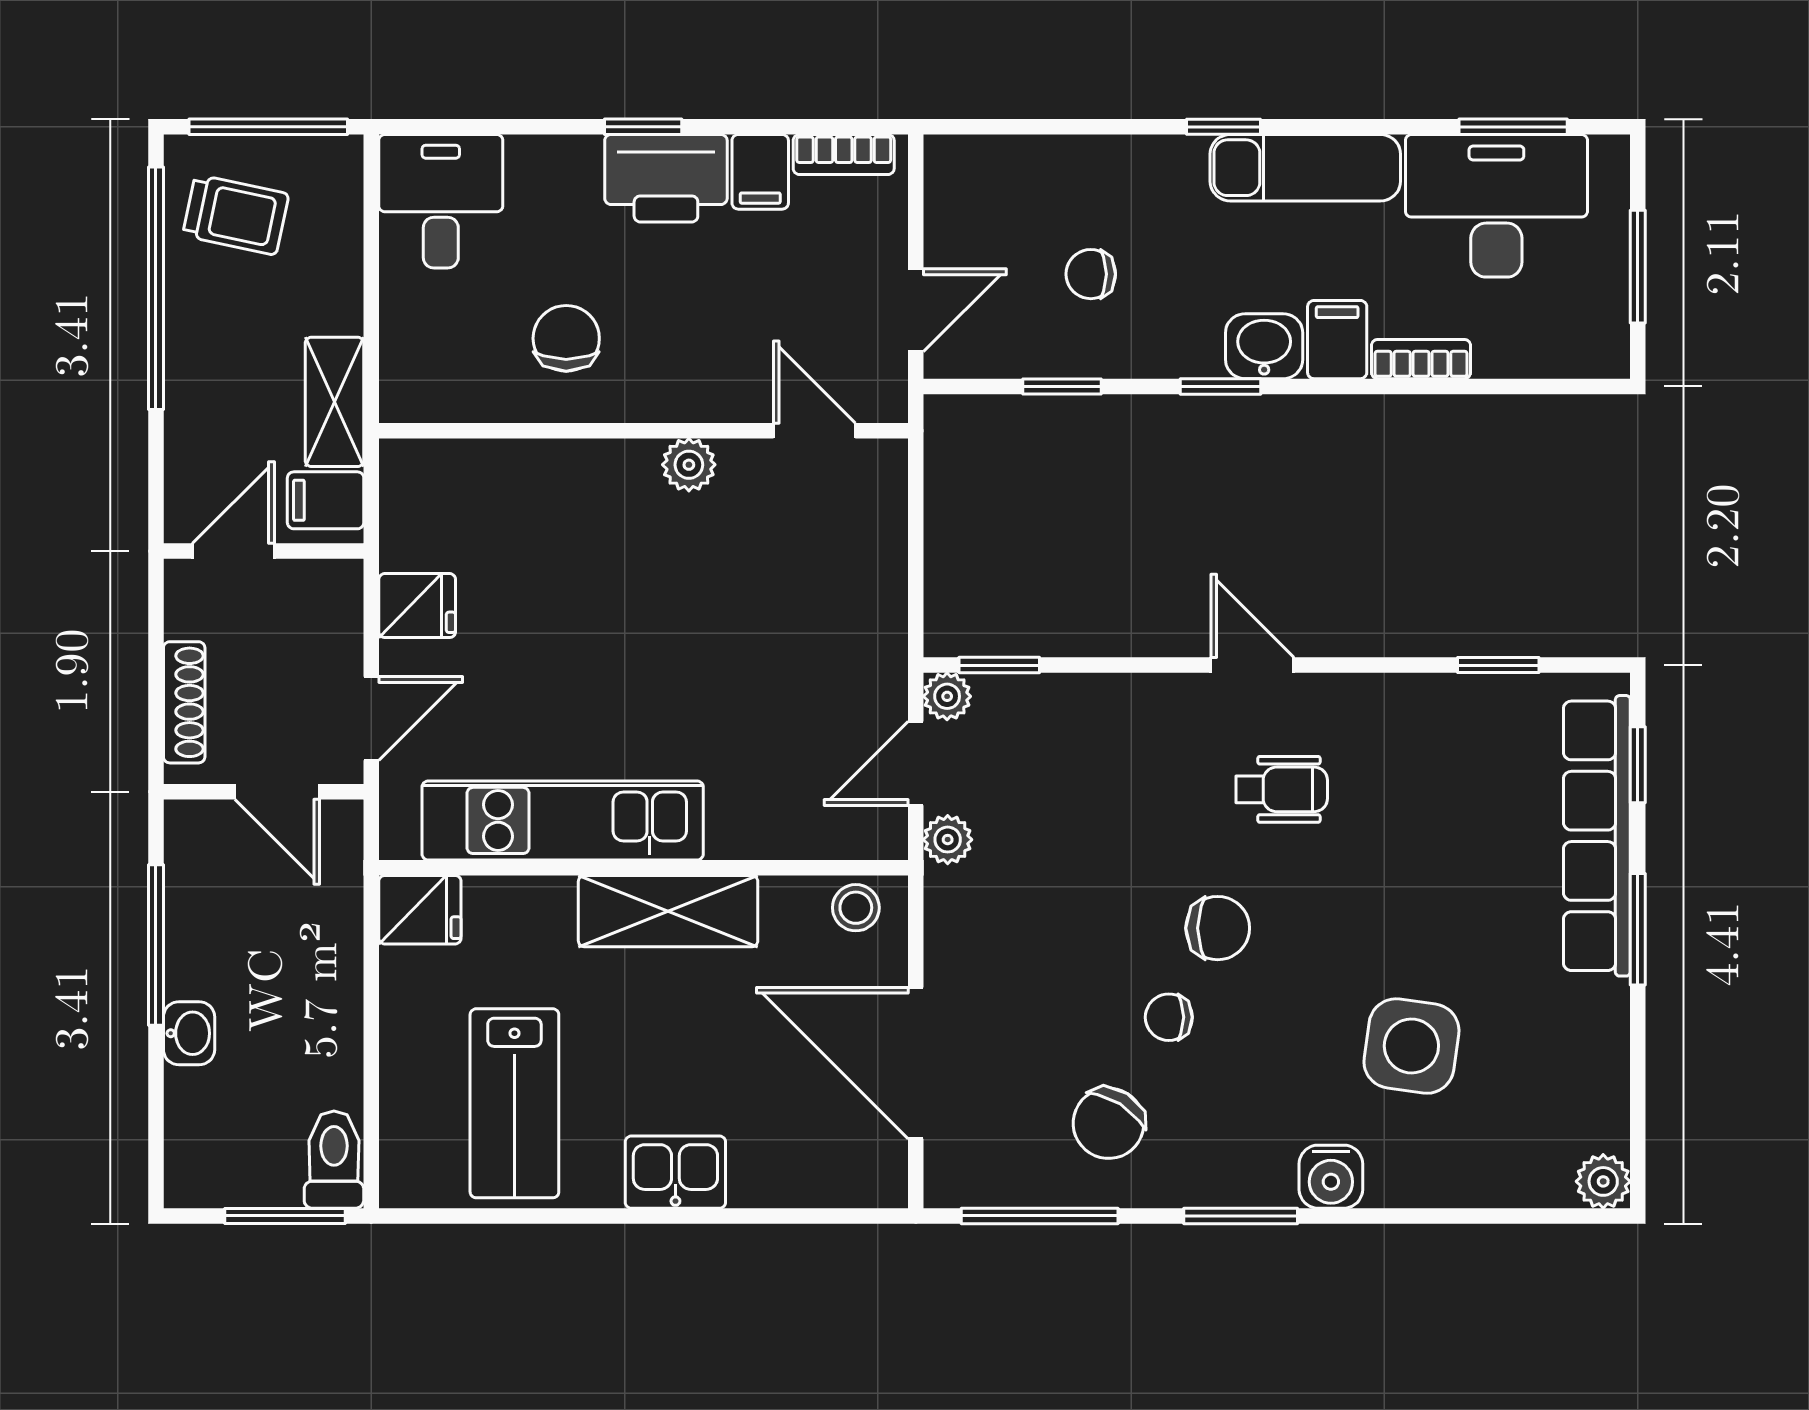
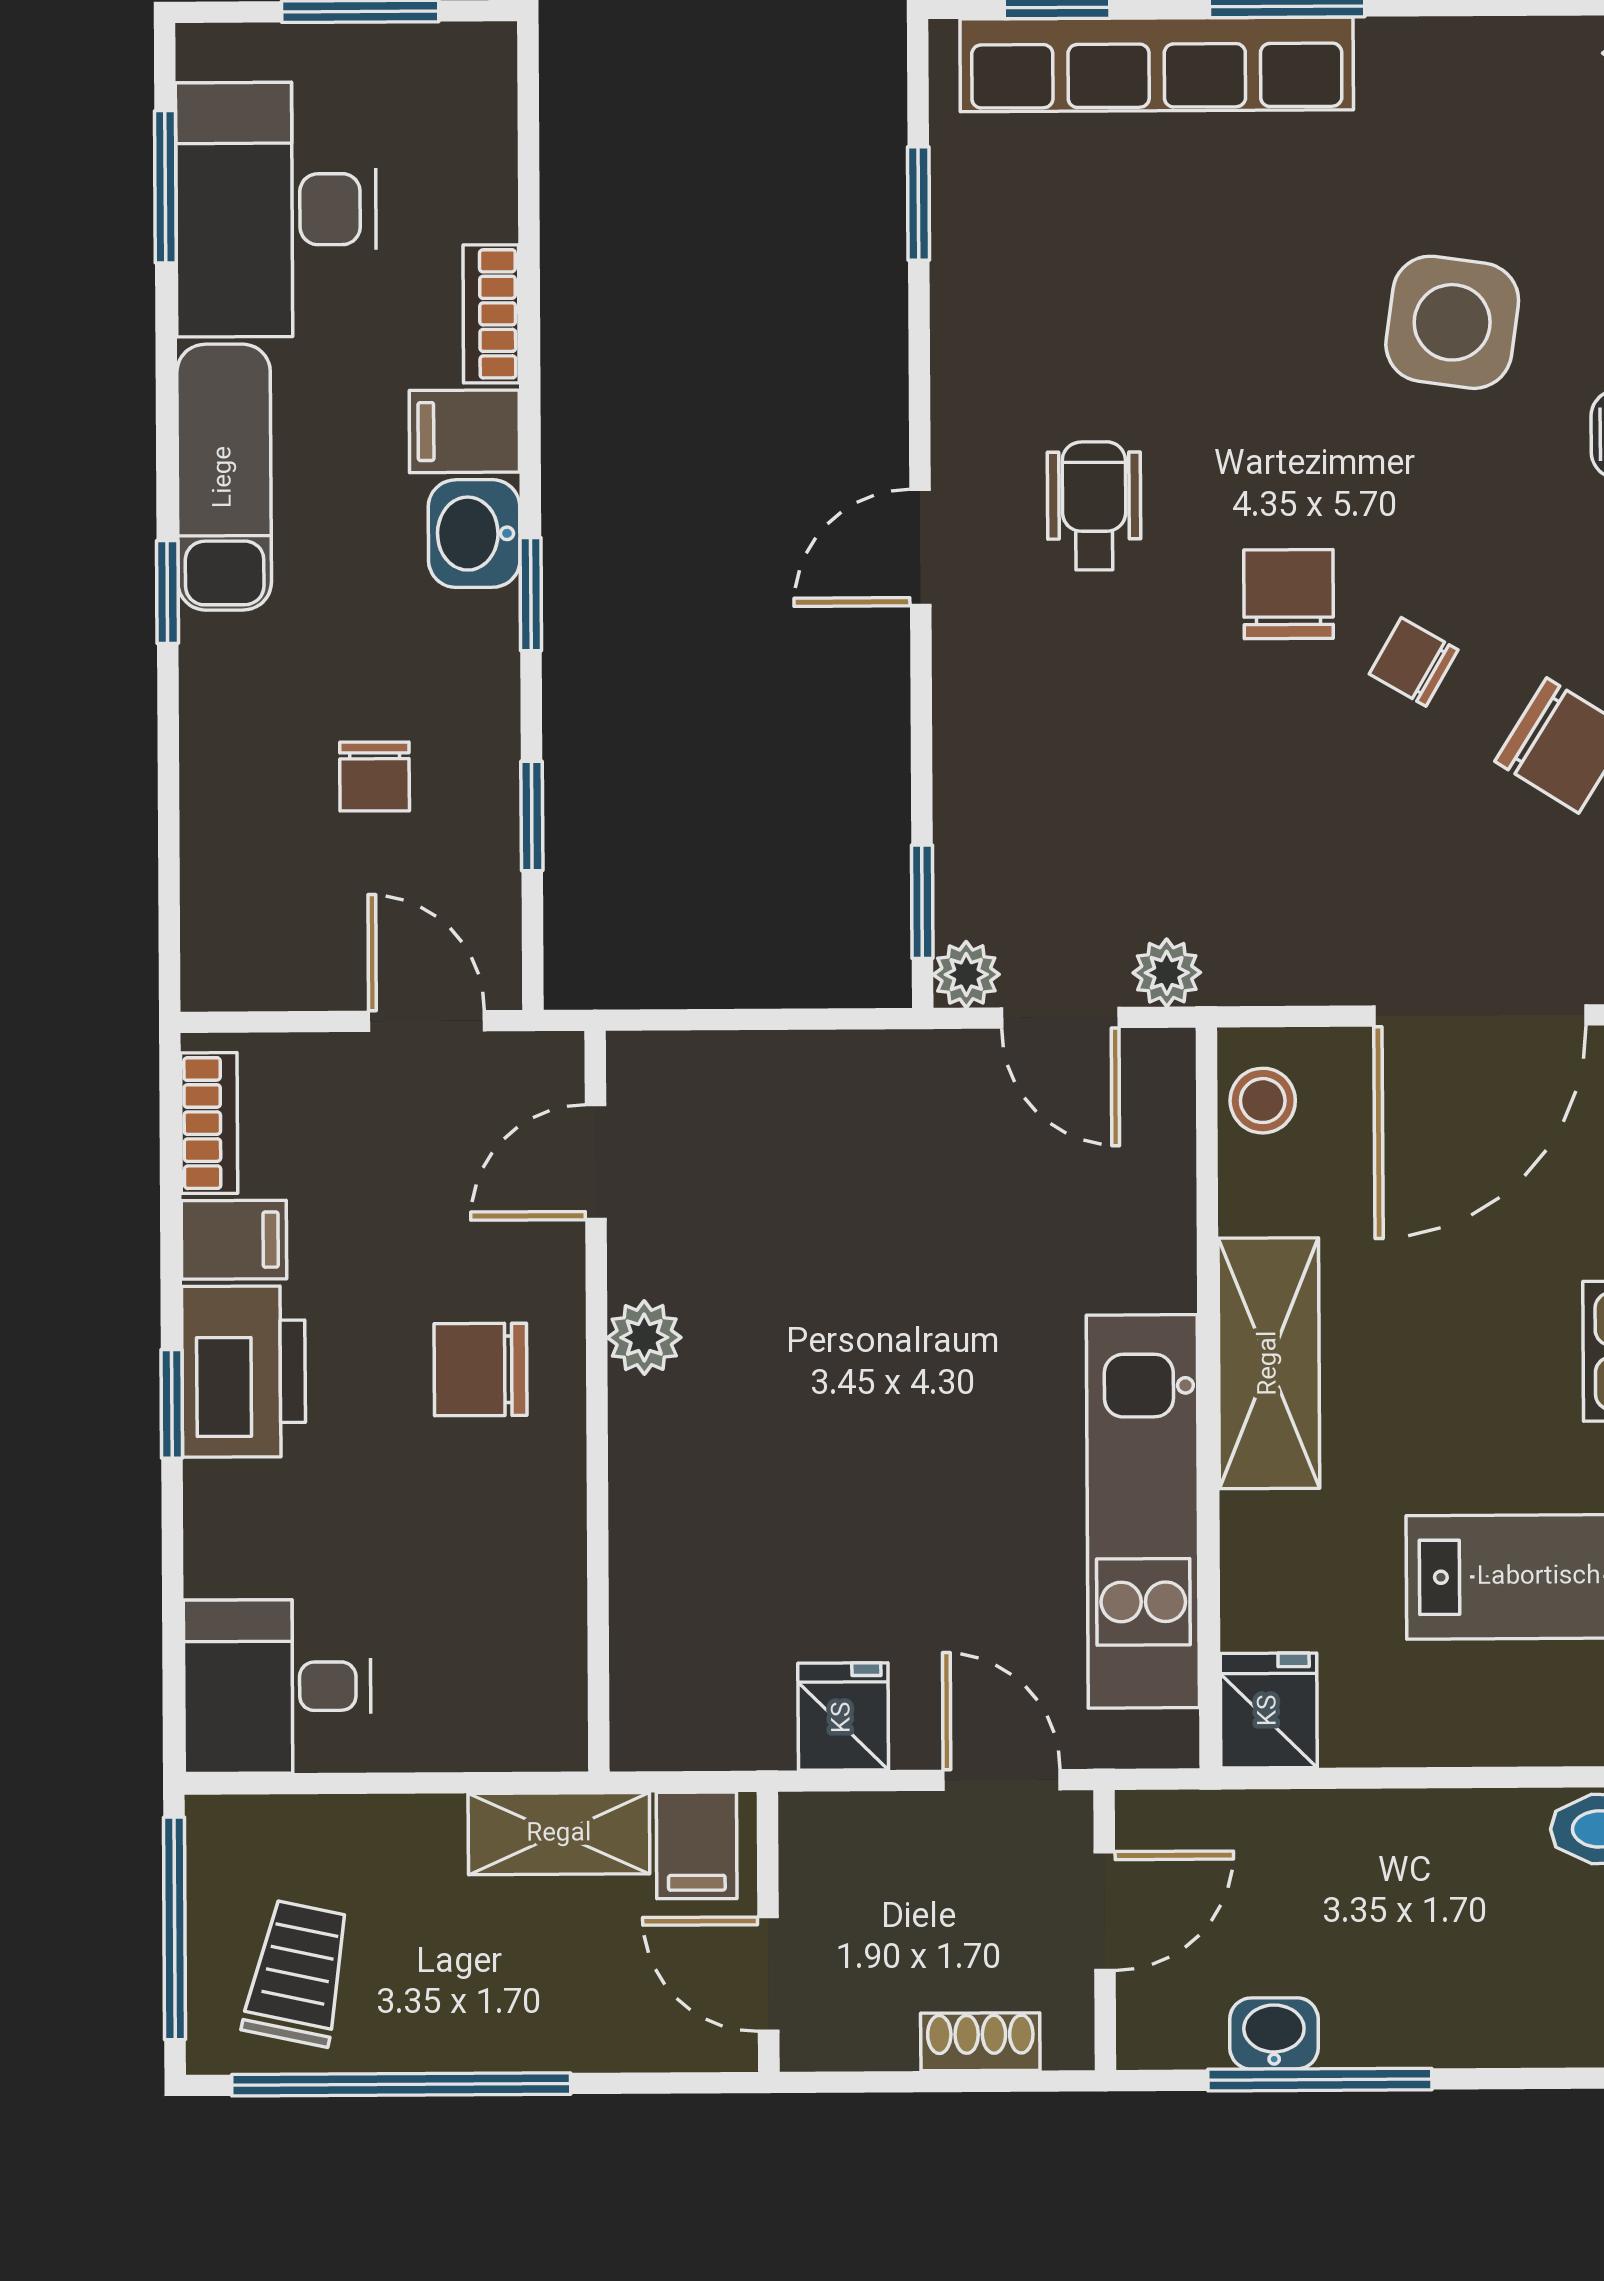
chair: (566, 338) -> (481, 1369), moved
shoe rack: (184, 702) -> (980, 2042), width x0.70
chair: (1169, 1017) -> (1414, 662), turned 120
washbasin: (189, 1033) -> (1274, 2033), moved

